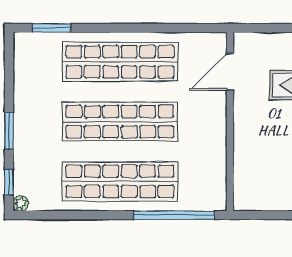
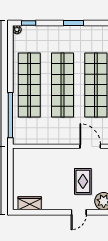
window: (9, 131) -> (74, 23), moved

